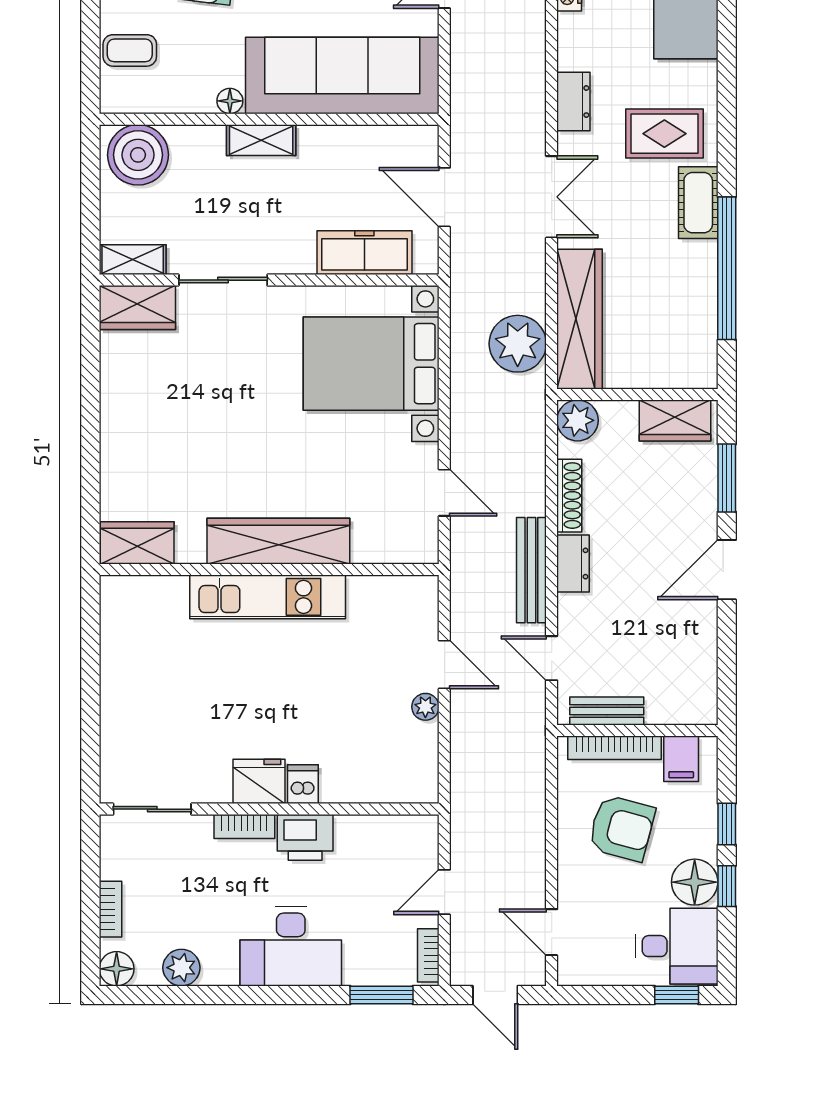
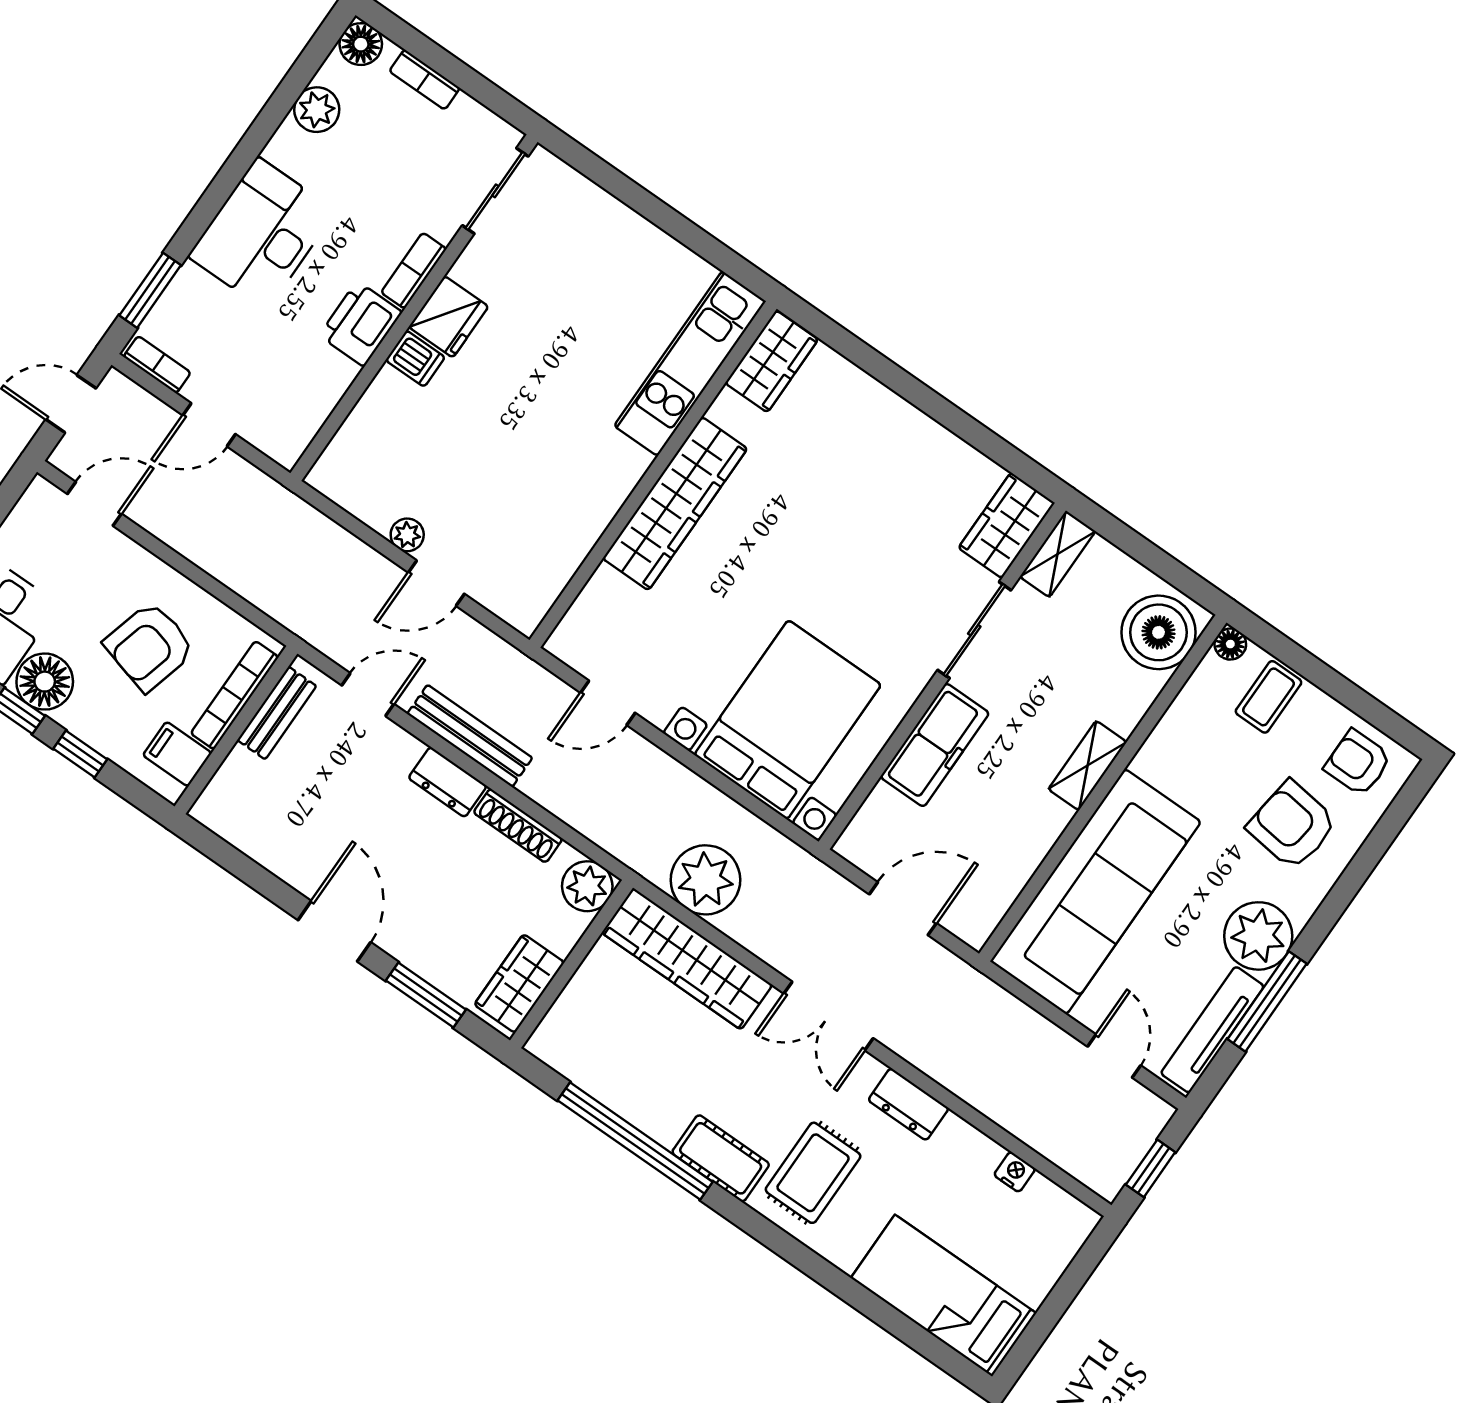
floor lamp: (230, 101) -> (1230, 644), moved
freezer: (364, 253) -> (935, 745), moved
kitchen unit: (268, 597) -> (690, 364), moved
door: (444, 892) -> (209, 425), swing flipped

